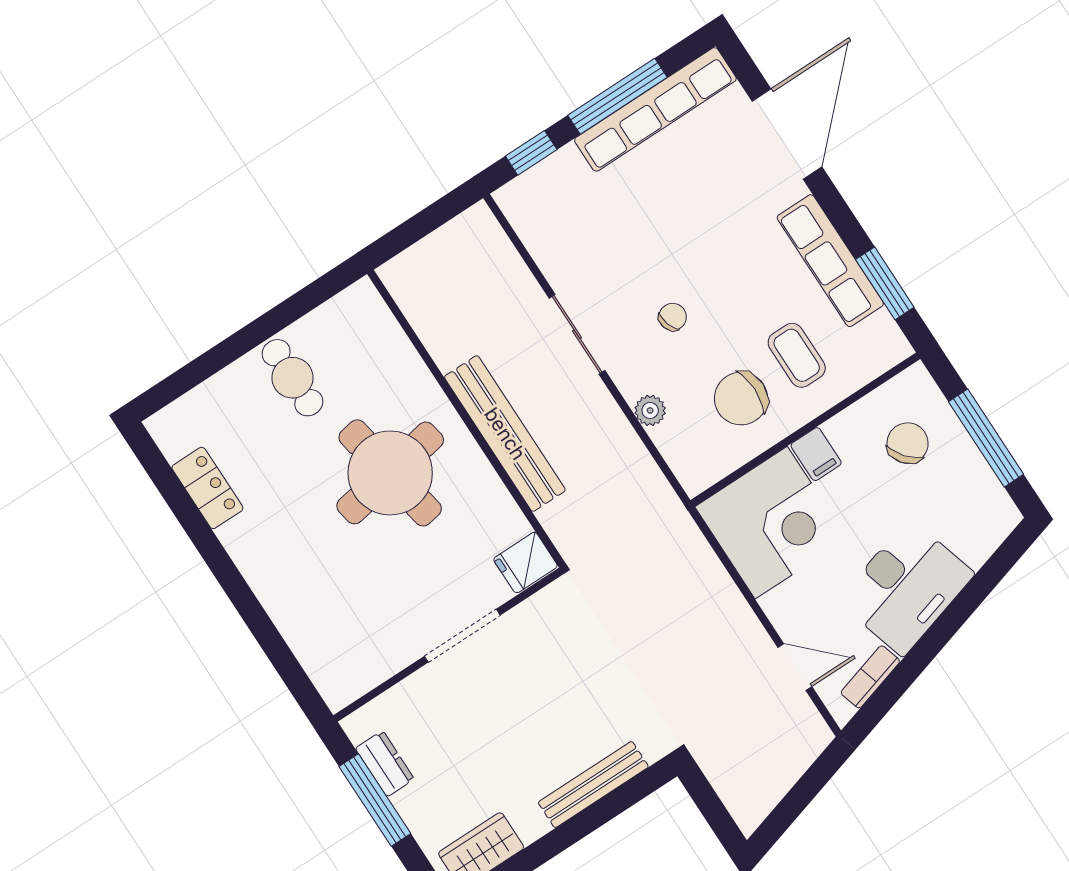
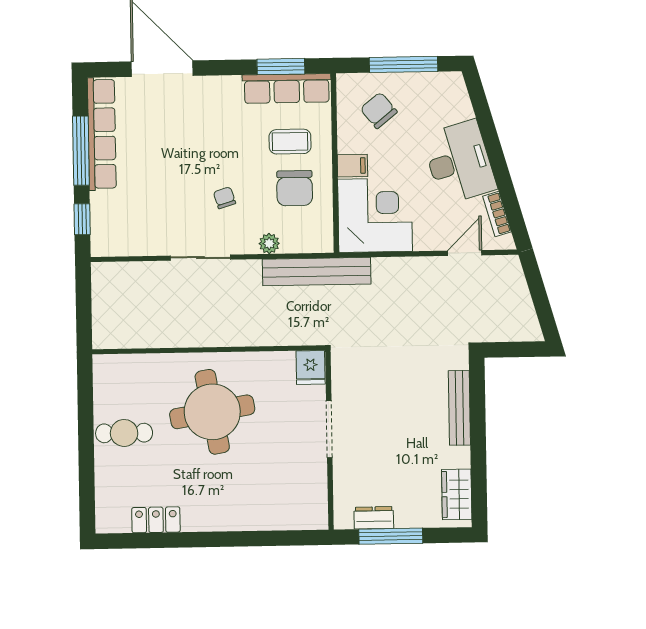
row of seats: (830, 261) -> (287, 88), moved
bench: (505, 434) -> (317, 272), moved

